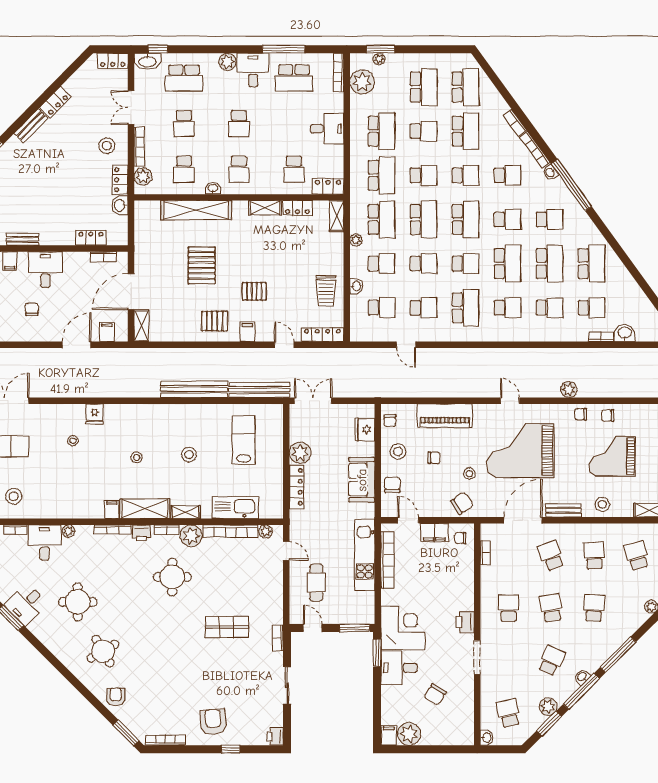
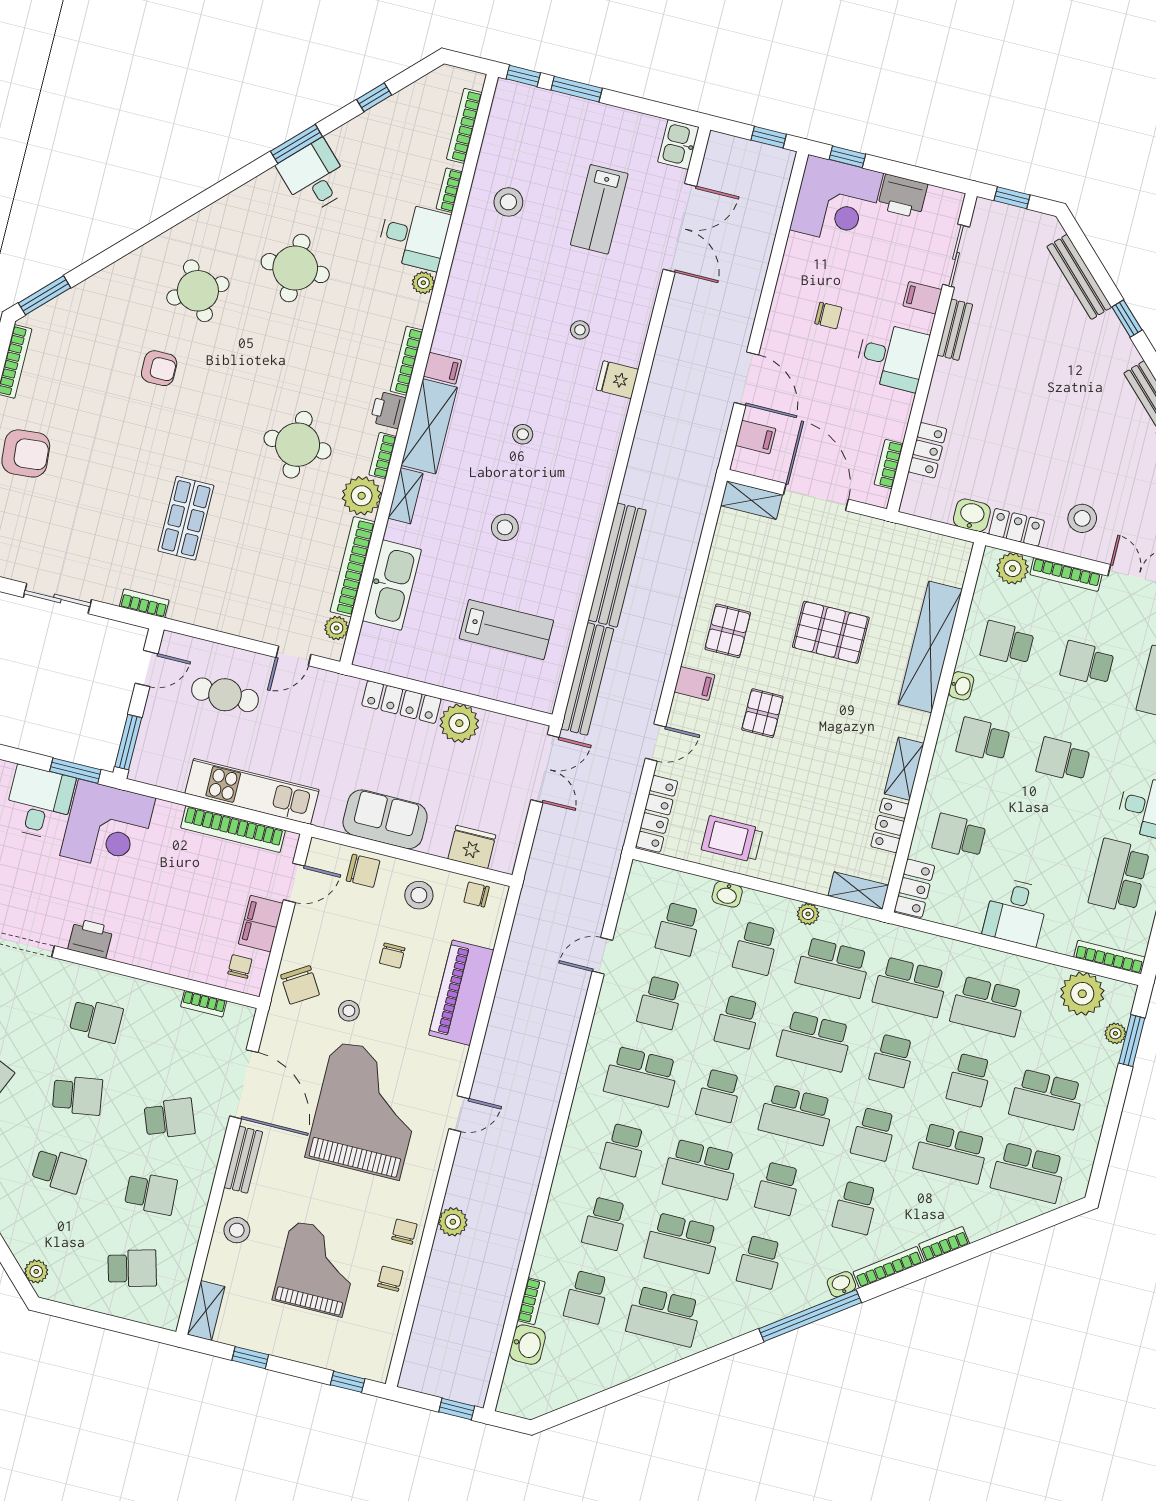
armchair: (116, 697) -> (159, 368), moved

